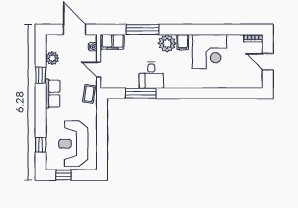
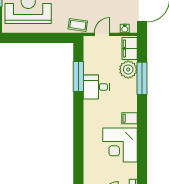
plant: (167, 43) -> (128, 69), moved

